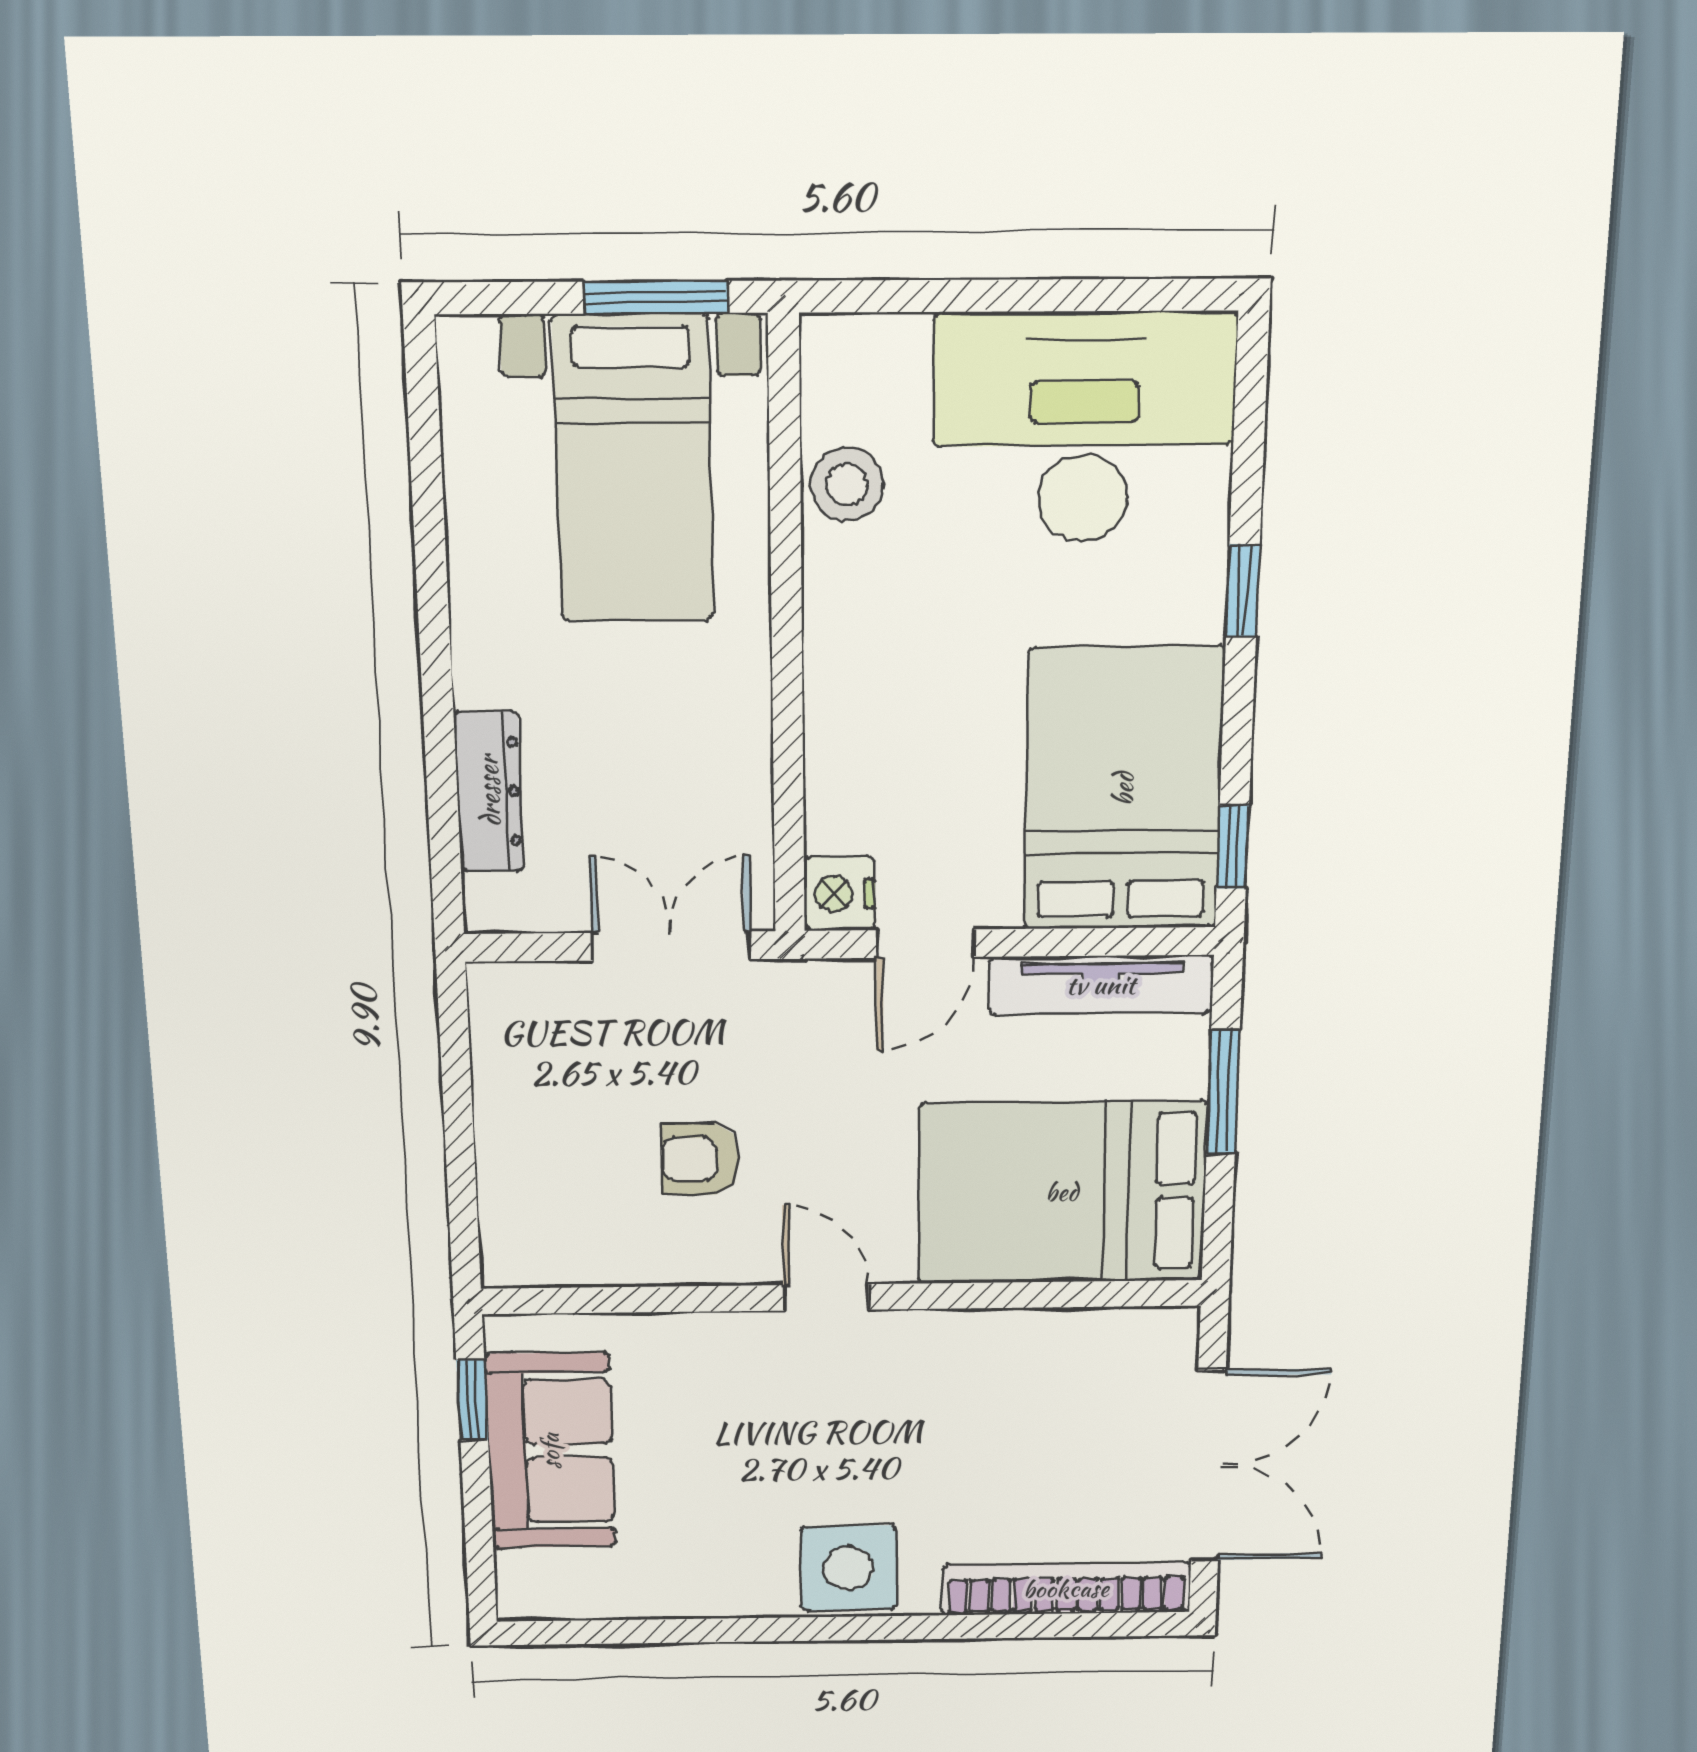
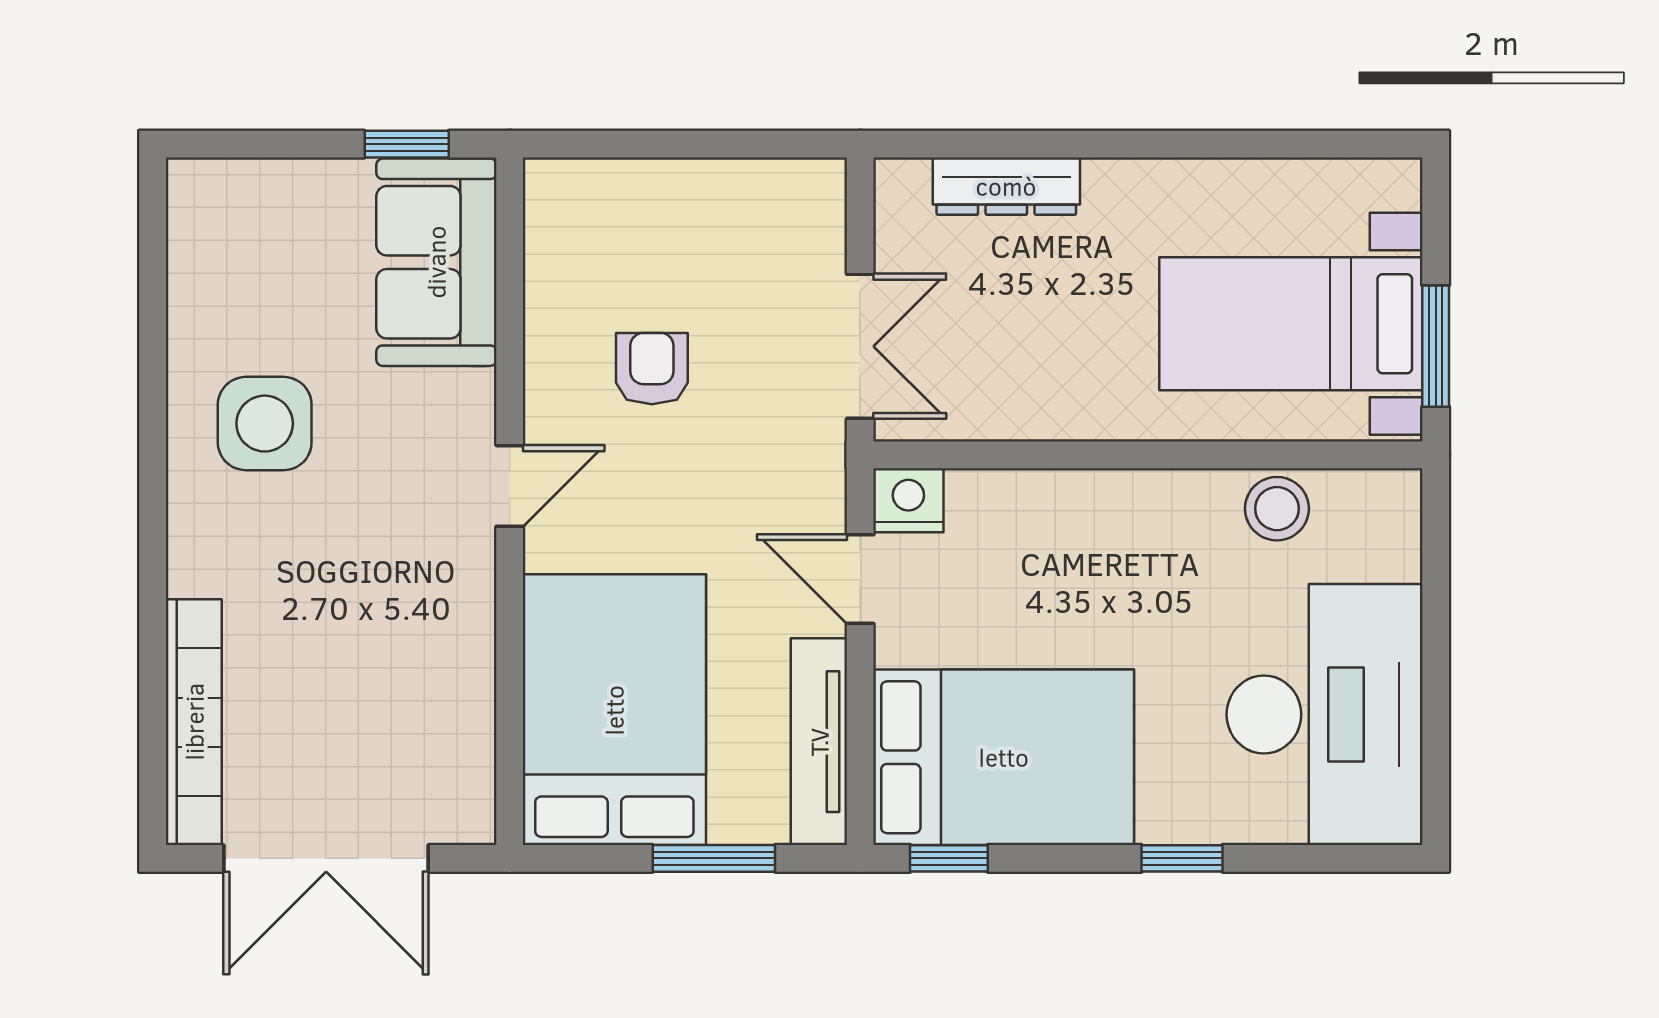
sofa: (550, 1451) -> (436, 262), moved, turned 90
side table: (849, 1568) -> (265, 424), moved

